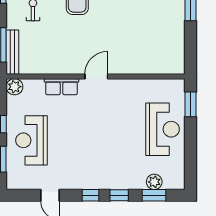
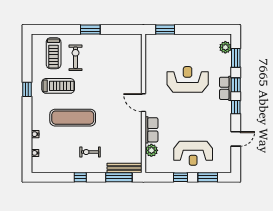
plant: (14, 87) -> (151, 150), moved
reception desk: (163, 129) -> (188, 79), moved
row of seats: (115, 182) -> (226, 88), added
plant: (154, 182) -> (225, 47), moved

